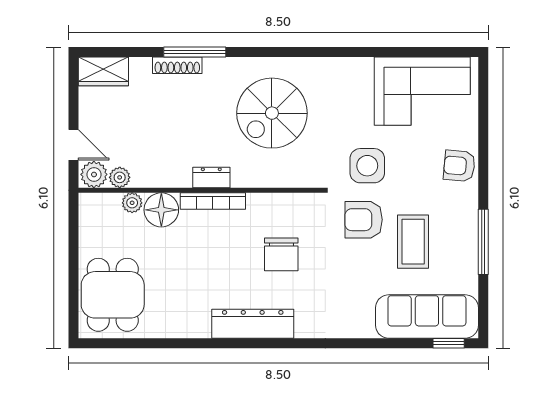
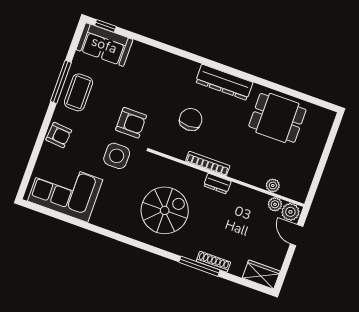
bookcase: (213, 201) -> (208, 163), moved
floor lamp: (161, 210) -> (256, 174), removed
coffee table: (413, 242) -> (78, 92), moved
dining table: (113, 295) -> (277, 118), moved, turned 90
sofa: (427, 317) -> (104, 45), width x0.73

